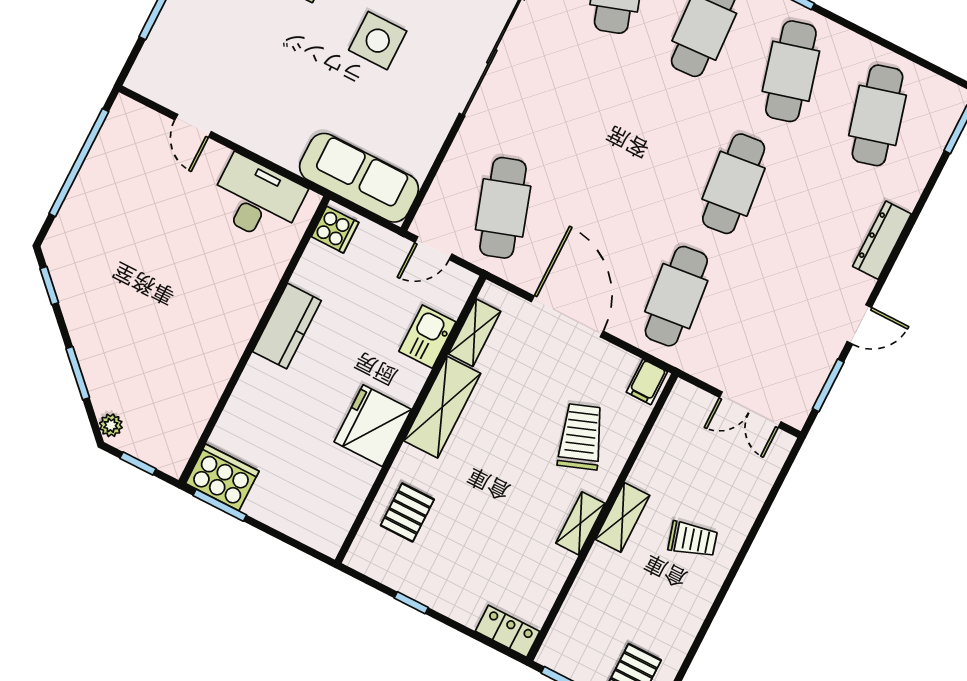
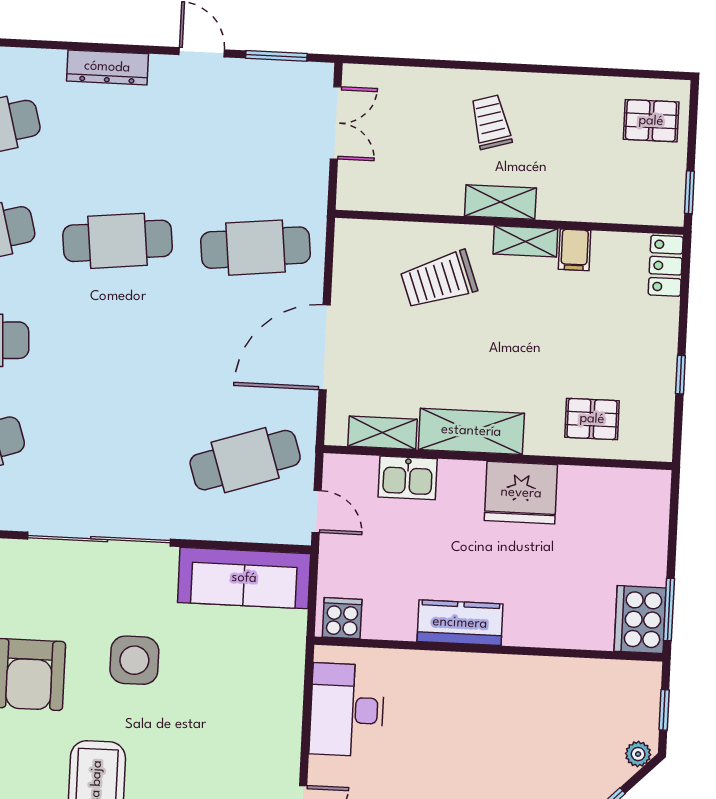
sofa: (359, 178) -> (244, 578), moved, turned -90
filing cabinet: (647, 382) -> (575, 250), moved, turned 90

